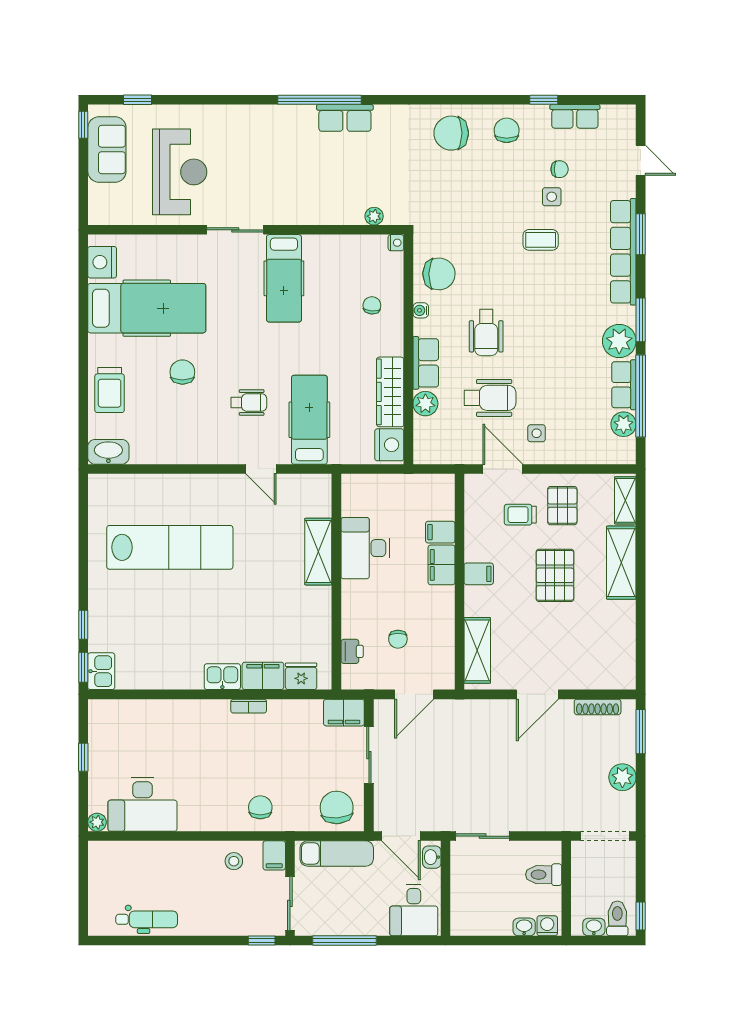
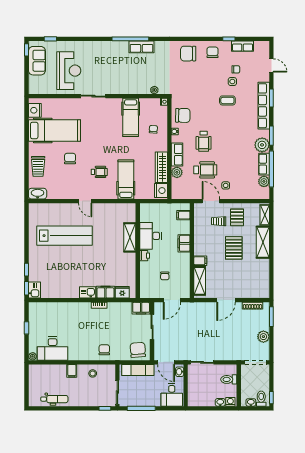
hospital bed: (284, 278) -> (131, 117), moved
door: (261, 469) -> (85, 201), moved
filing cabinet: (440, 532) -> (183, 215), moved
filing cabinet: (479, 574) -> (200, 261), moved
printer: (352, 651) -> (145, 256), moved
filing cabinet: (274, 855) -> (72, 371), moved

